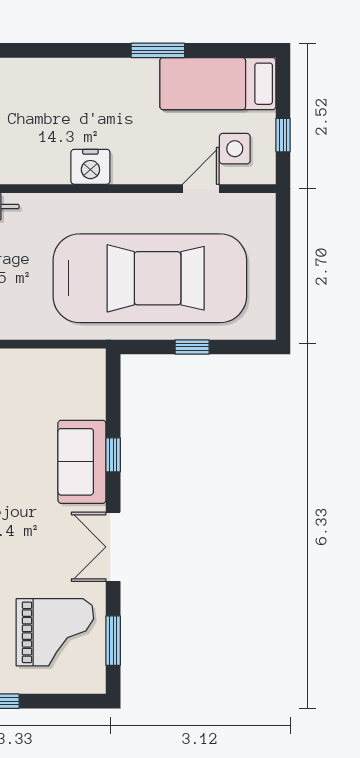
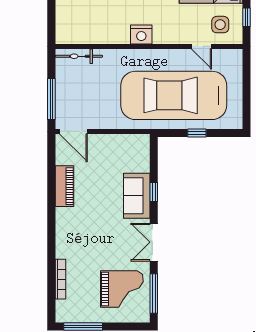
door: (201, 189) -> (202, 46), swing flipped
car: (150, 278) -> (174, 95), turned 180
window: (113, 641) -> (154, 293), width x1.44

